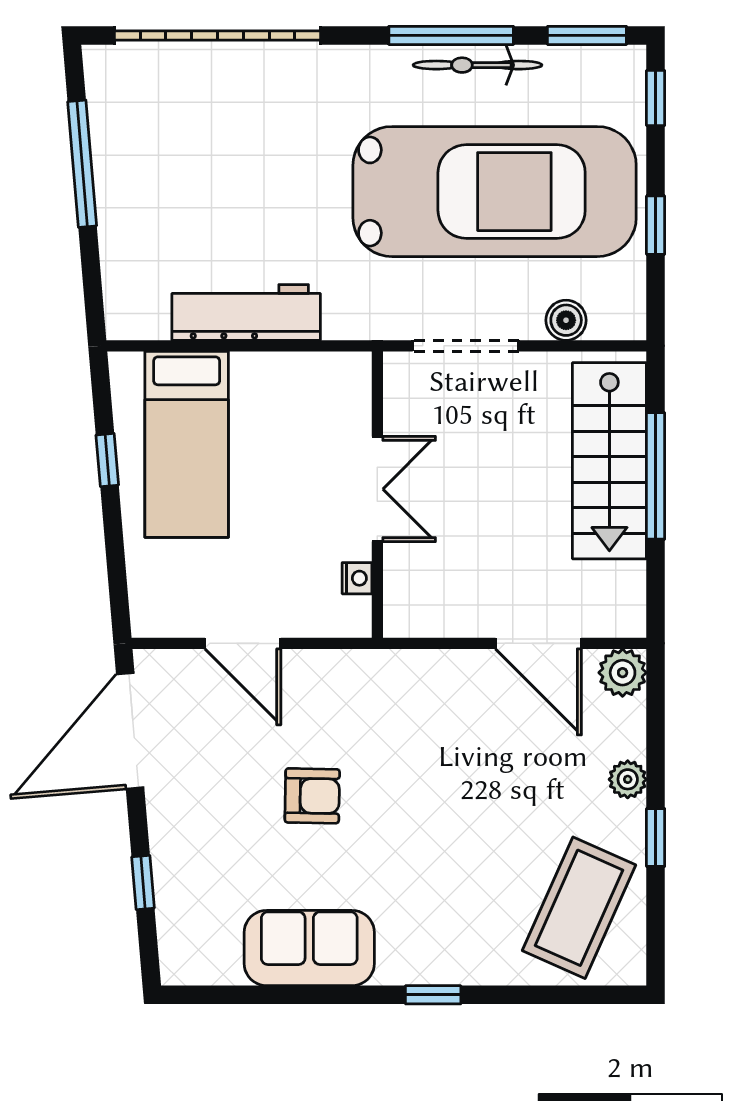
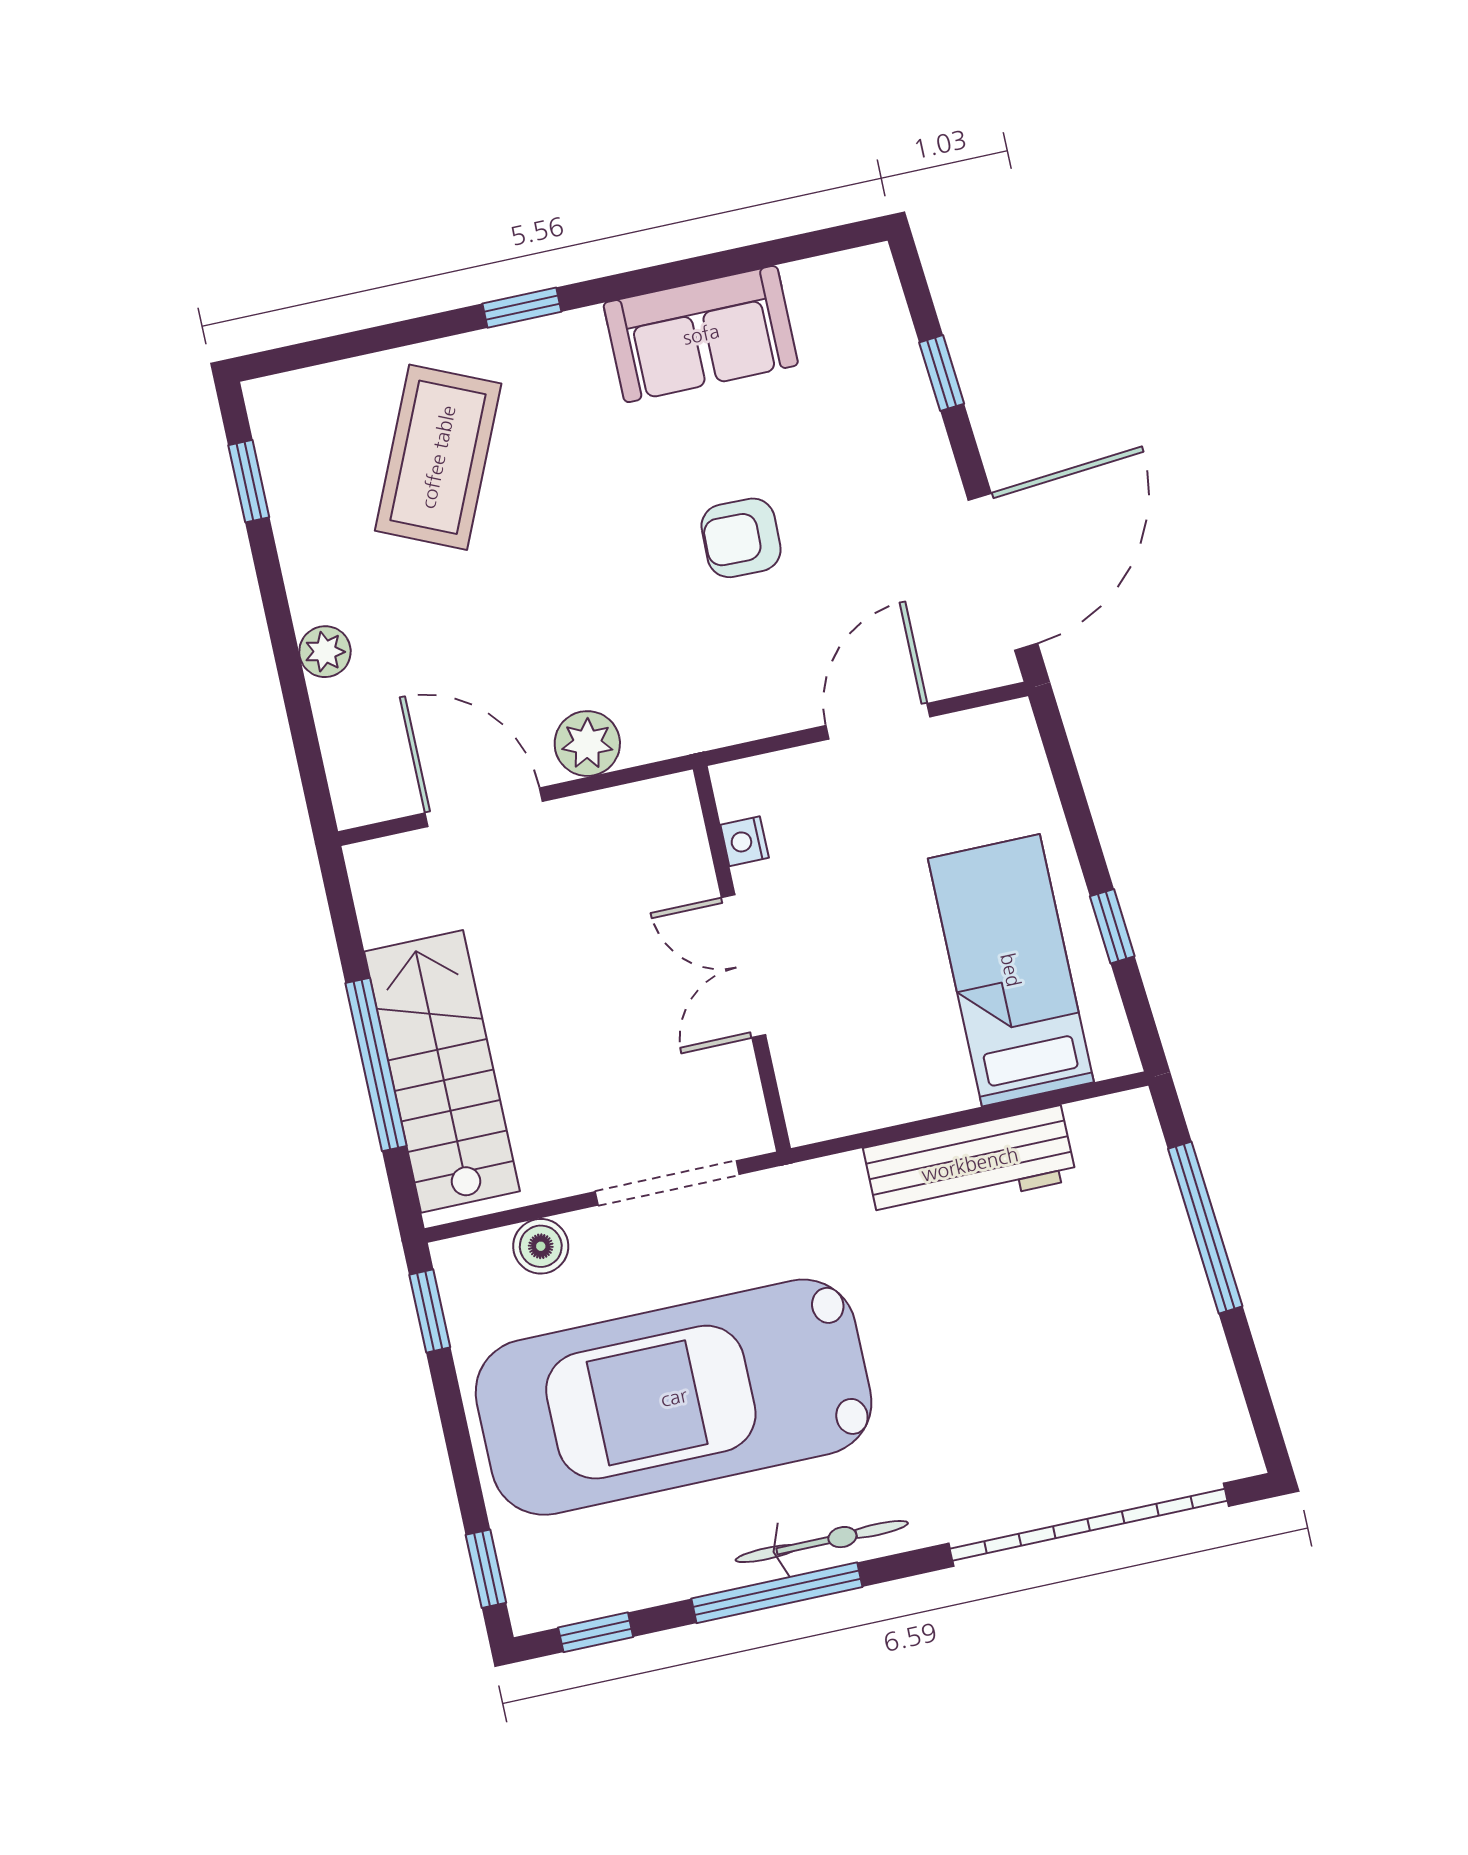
window: (587, 35) -> (596, 1632), width x0.67
bicycle: (477, 65) -> (822, 1542), moved
window: (82, 164) -> (1205, 1228), moved
window: (656, 225) -> (430, 1311), moved
door: (243, 643) -> (878, 721), hinge flipped
plant: (623, 673) -> (587, 744), moved
window: (656, 838) -> (249, 481), moved
coffee table: (579, 908) -> (438, 457), moved

